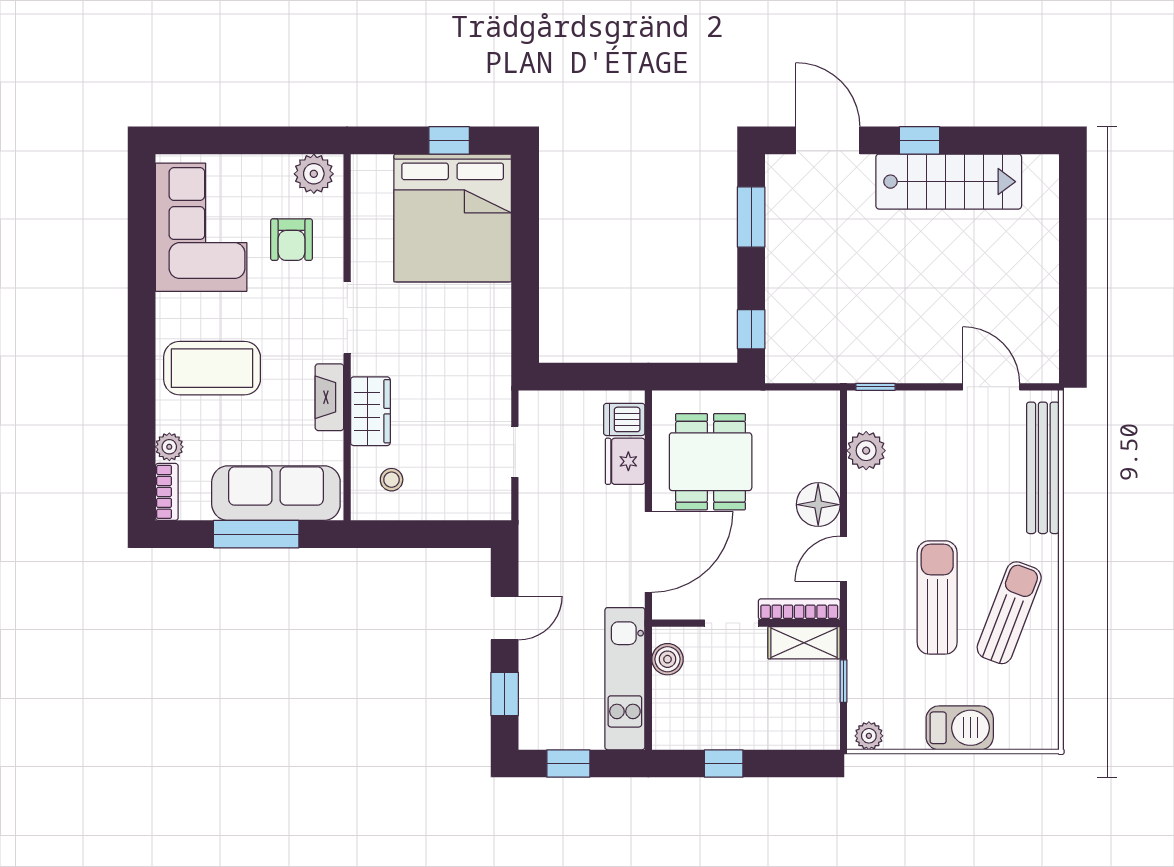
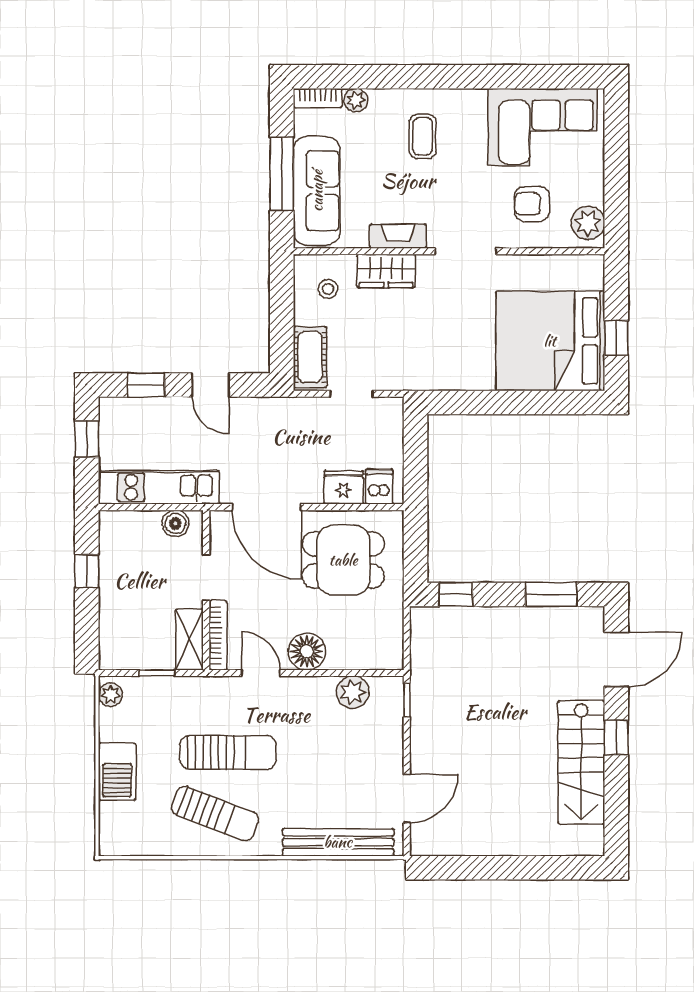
coffee table: (212, 368) -> (423, 136), width x0.54, depth x0.58
cot: (472, 501) -> (310, 357), added

